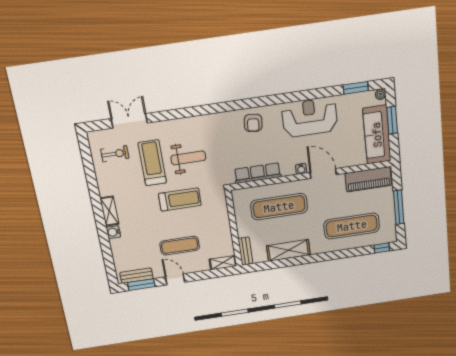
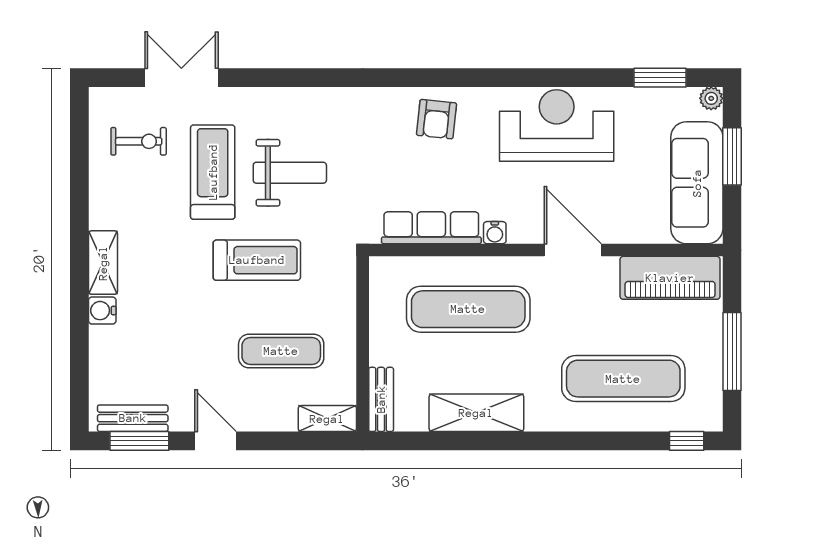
water cooler: (301, 169) -> (495, 233), moved
exercise mat: (180, 246) -> (281, 351), moved

